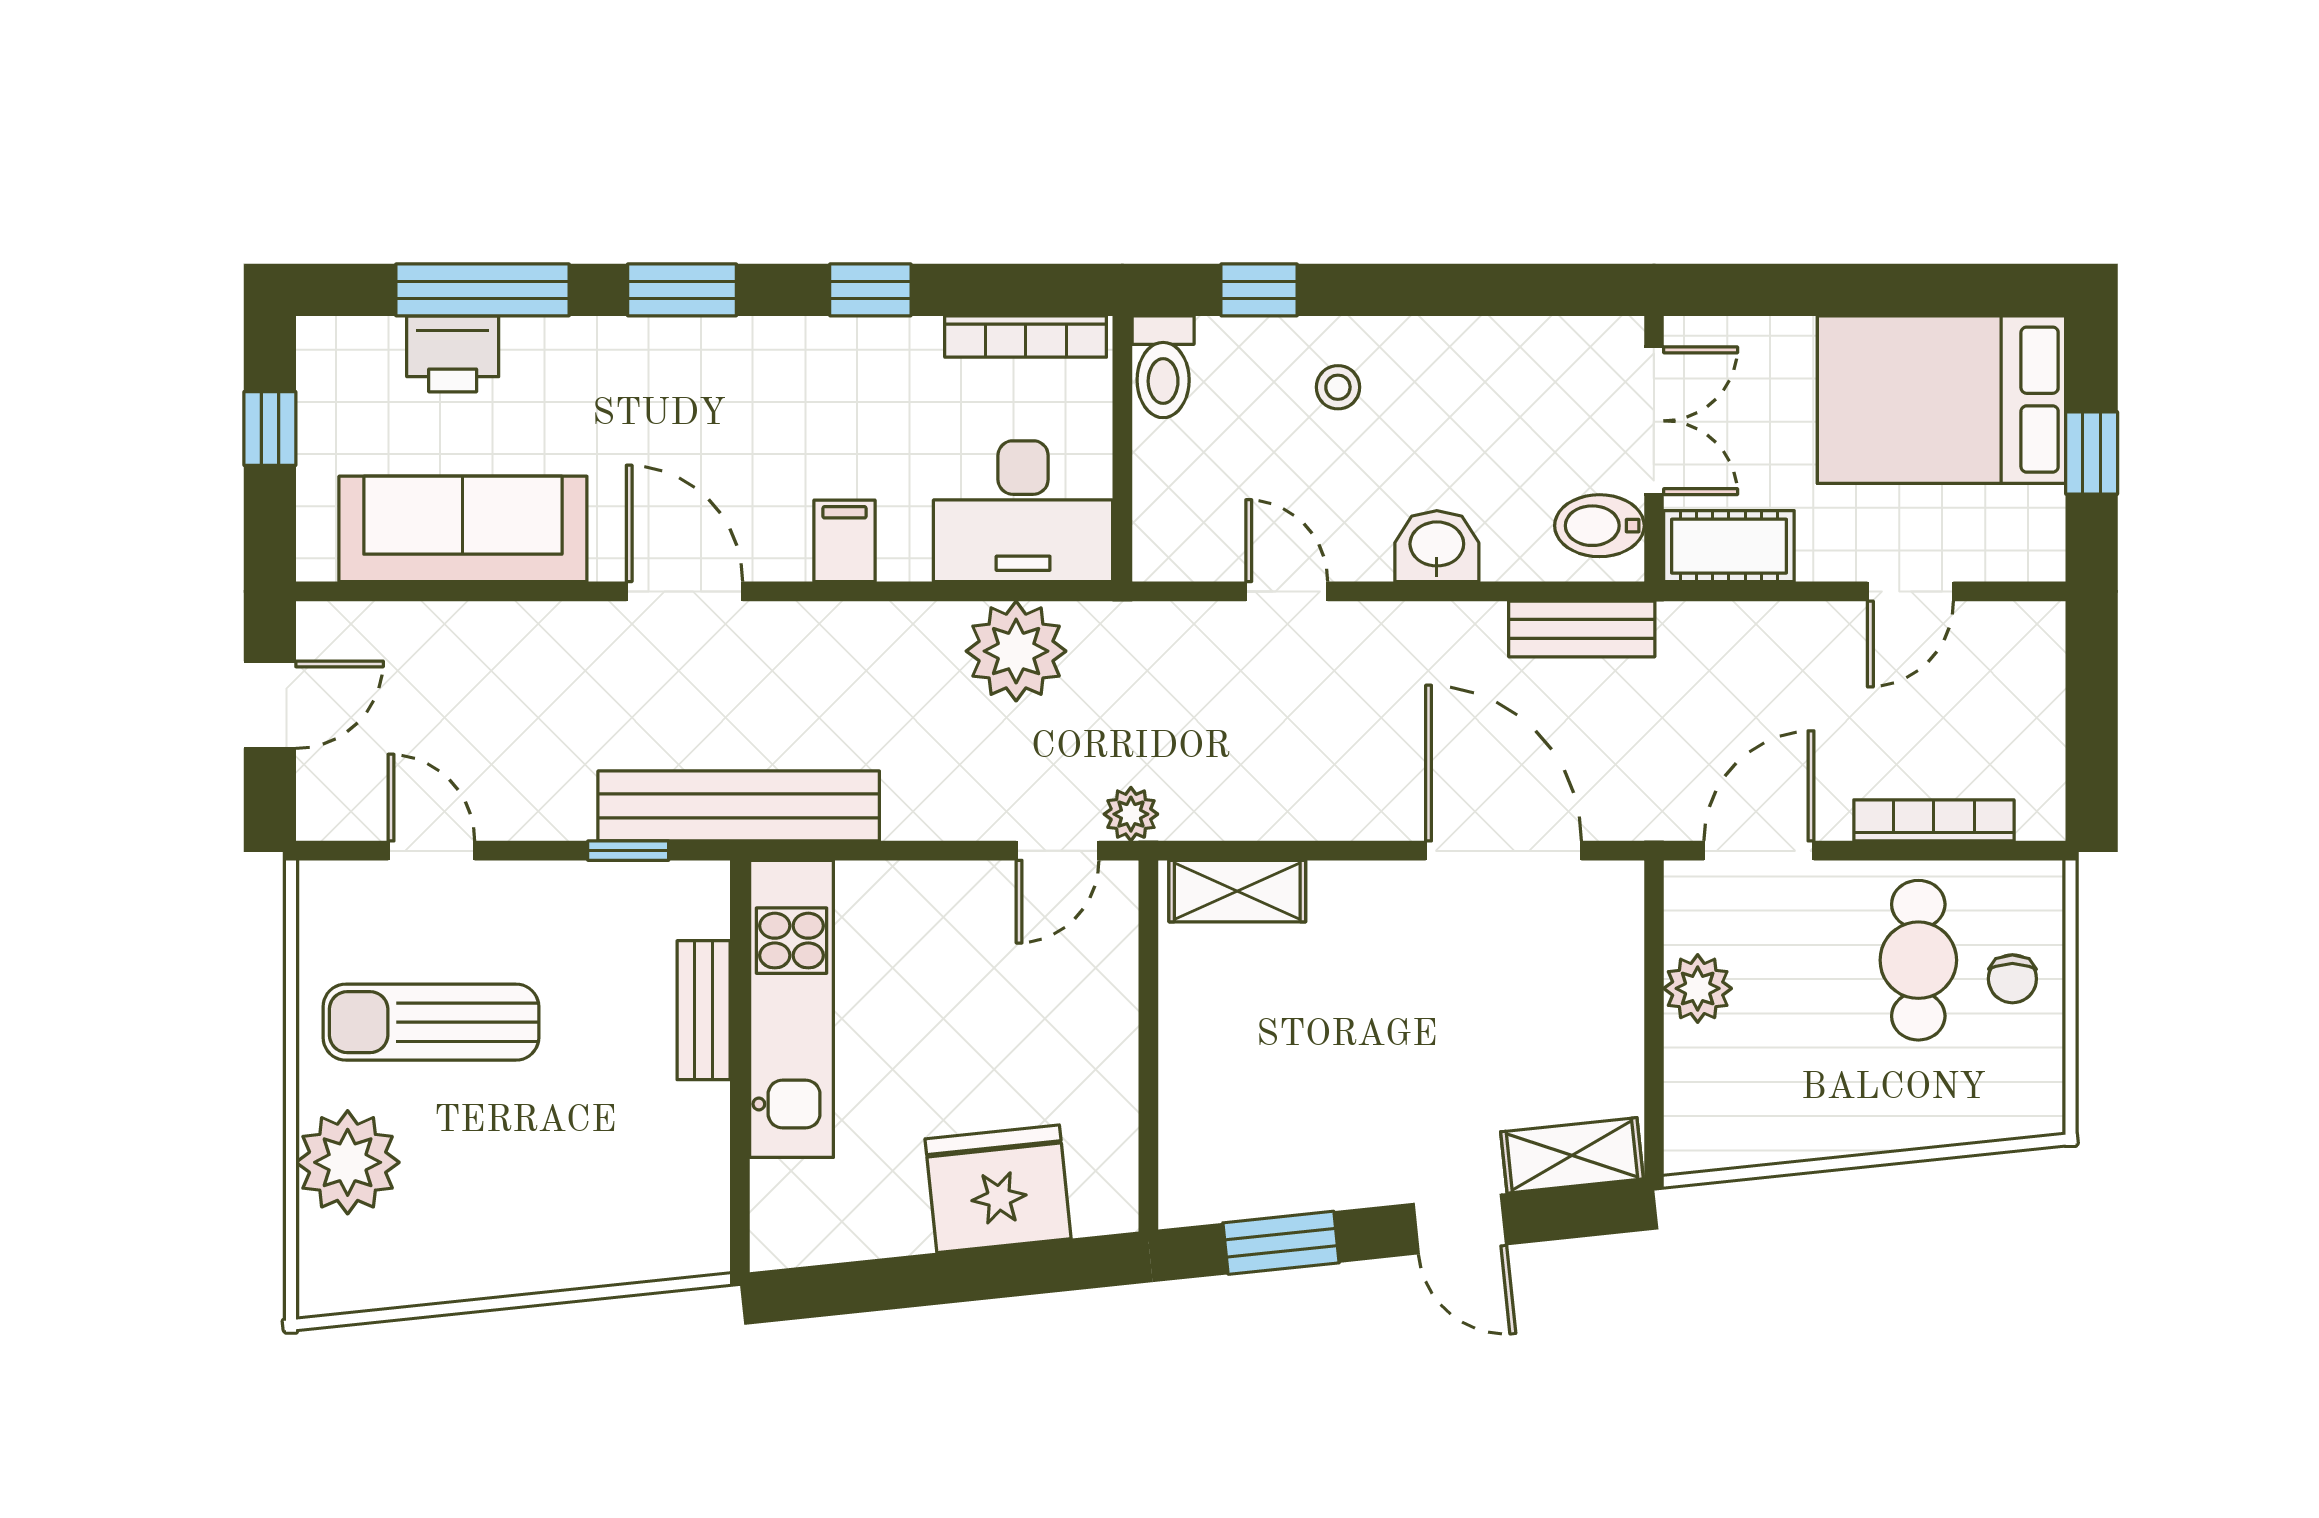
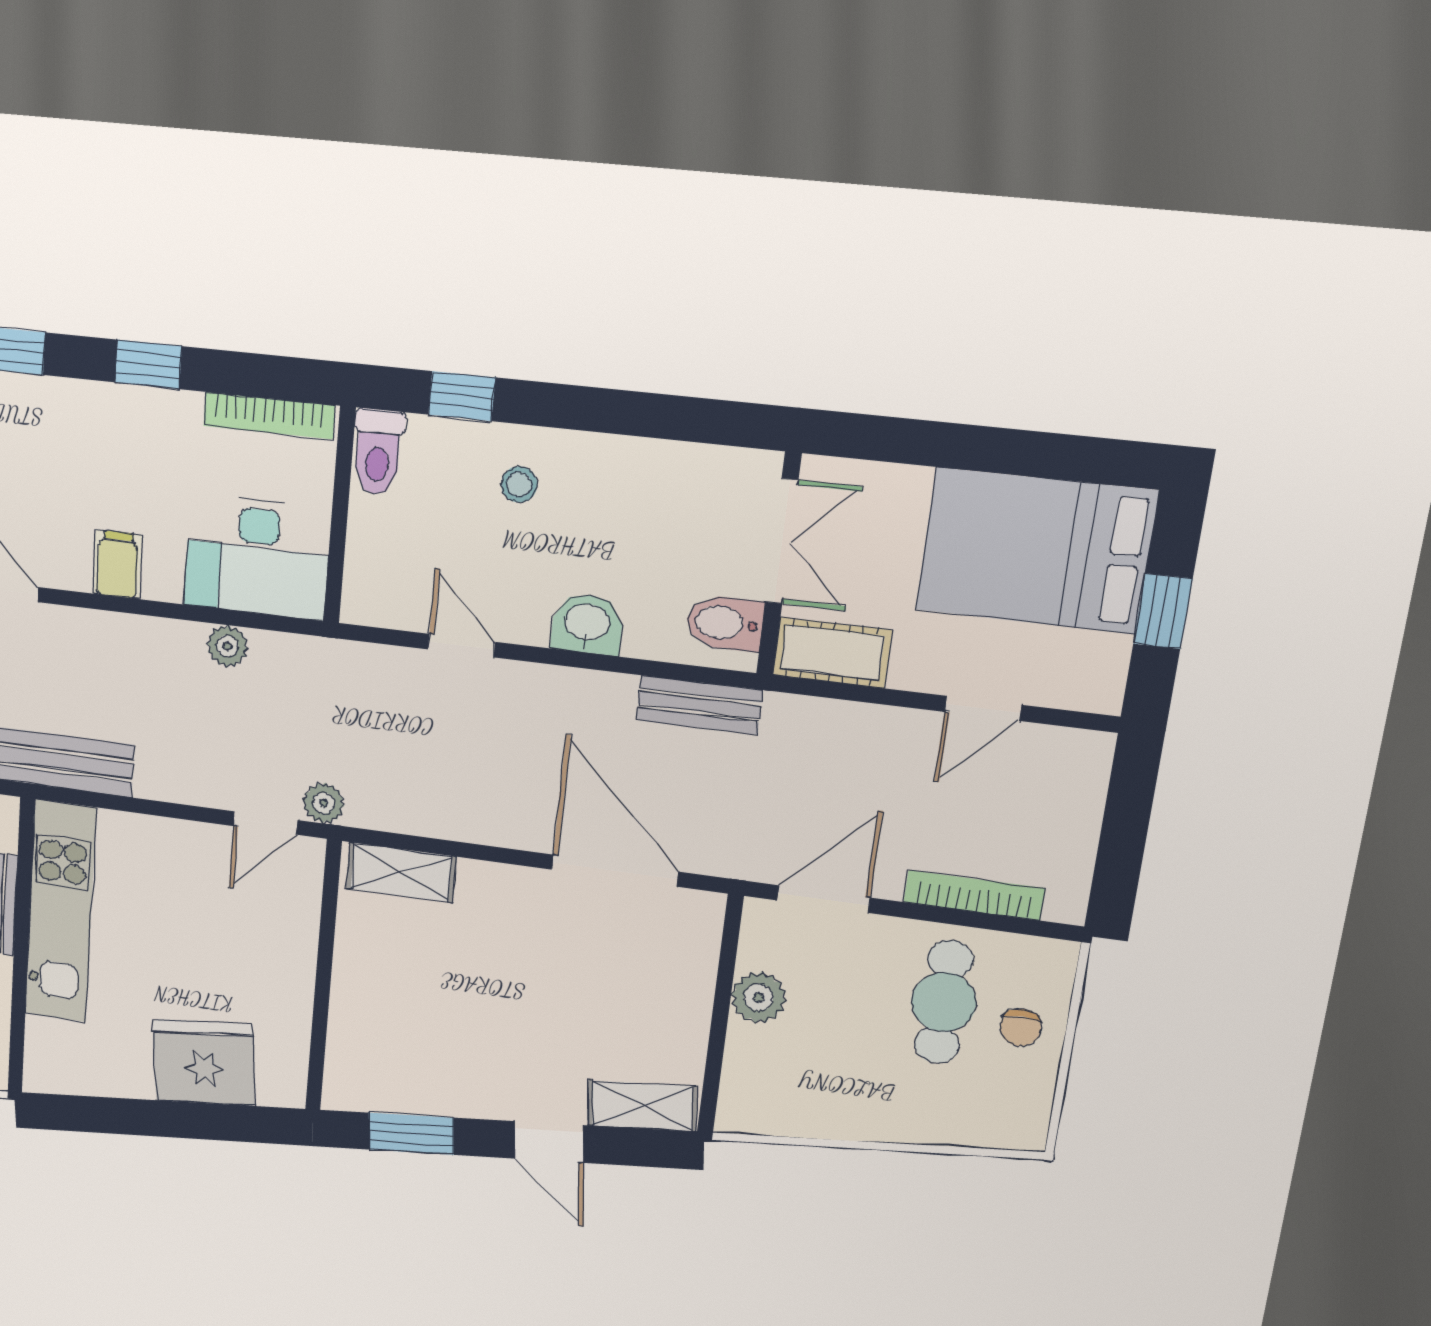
plant: (1016, 651) -> (227, 646), width x0.53, depth x0.53

